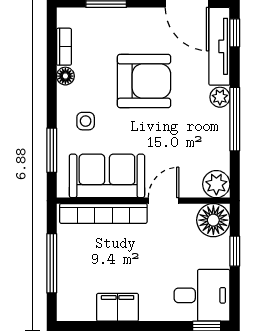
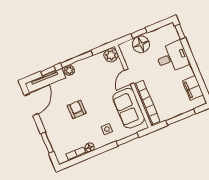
window: (235, 33) -> (48, 71), moved
armchair: (144, 81) -> (77, 109), width x0.53, depth x0.53
door: (164, 201) -> (129, 77), hinge flipped
floor lamp: (213, 220) -> (141, 44), moved
desk: (202, 295) -> (172, 57), moved, turned 90
filing cabinet: (118, 307) -> (193, 88), moved

